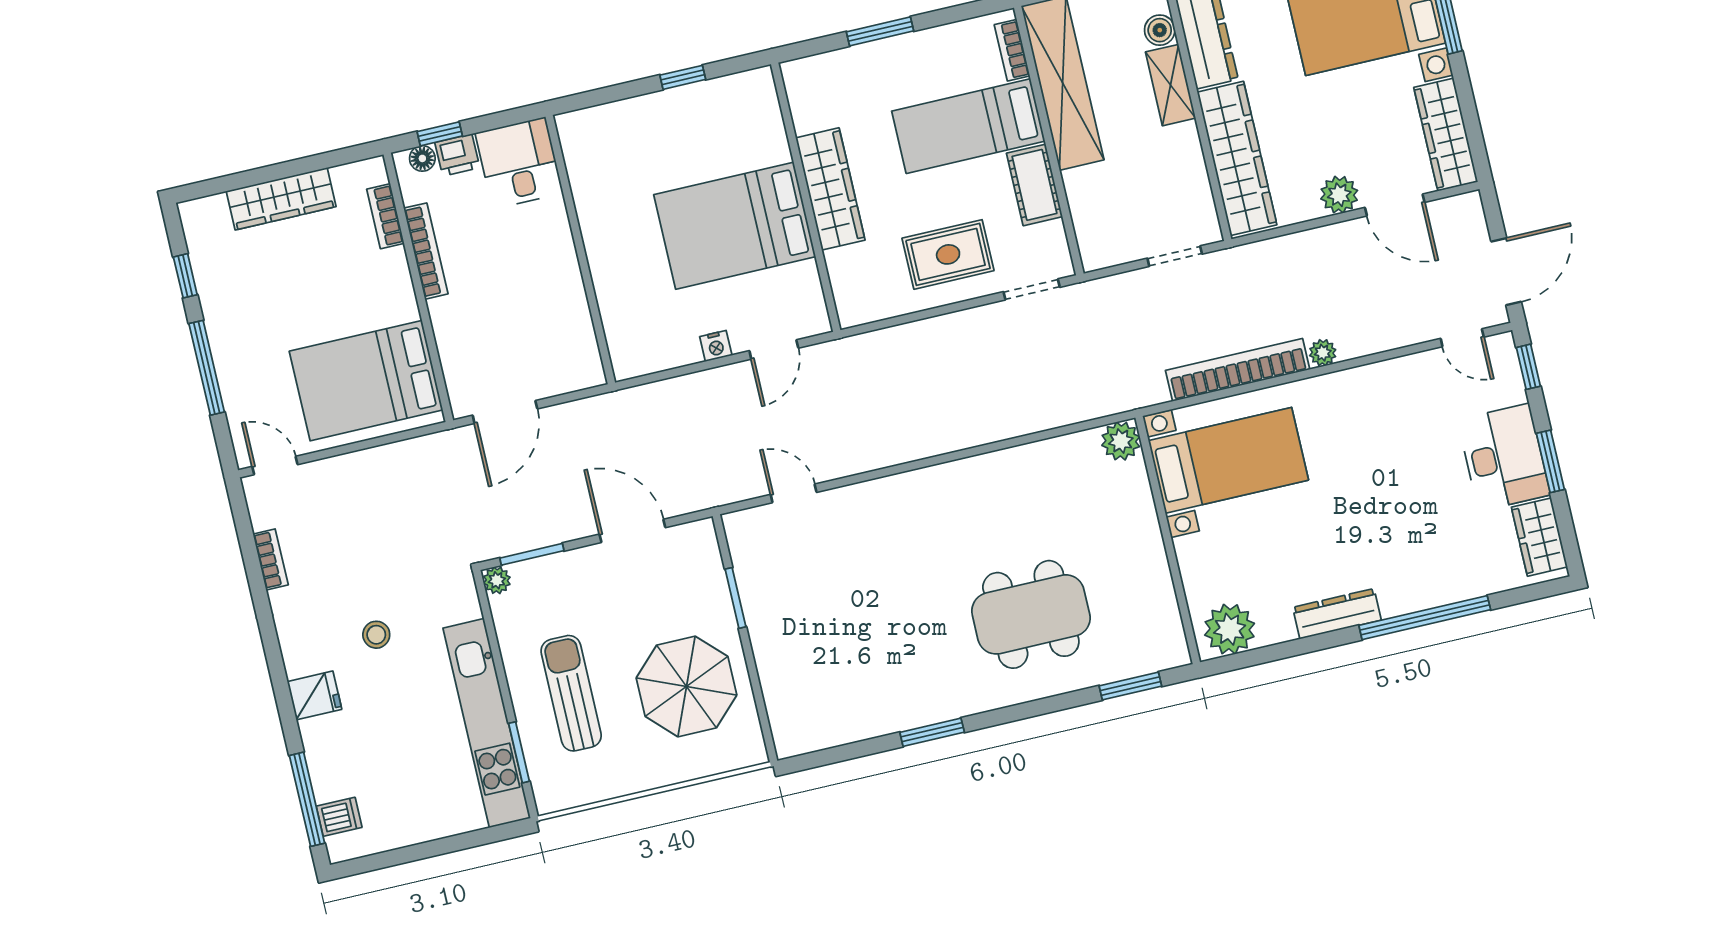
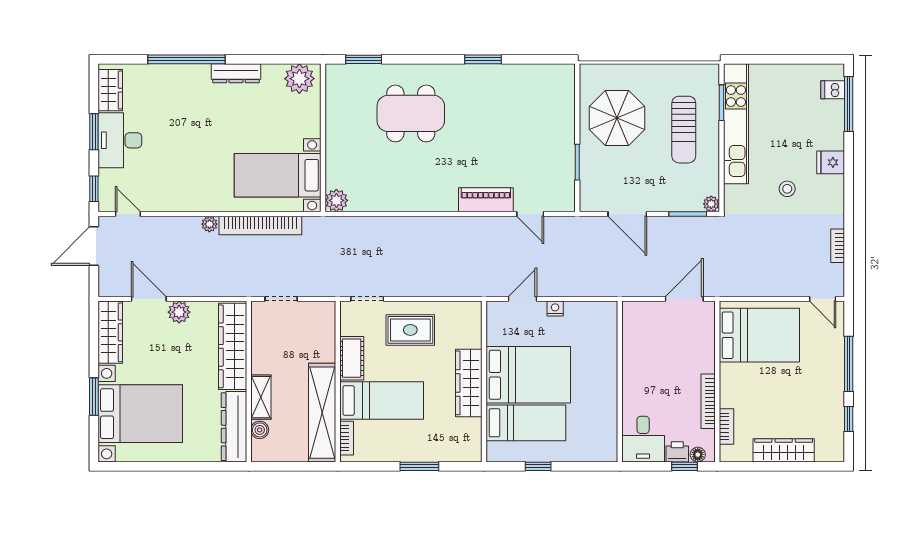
bed: (720, 145) -> (526, 423), added
piano: (873, 500) -> (486, 200), added

